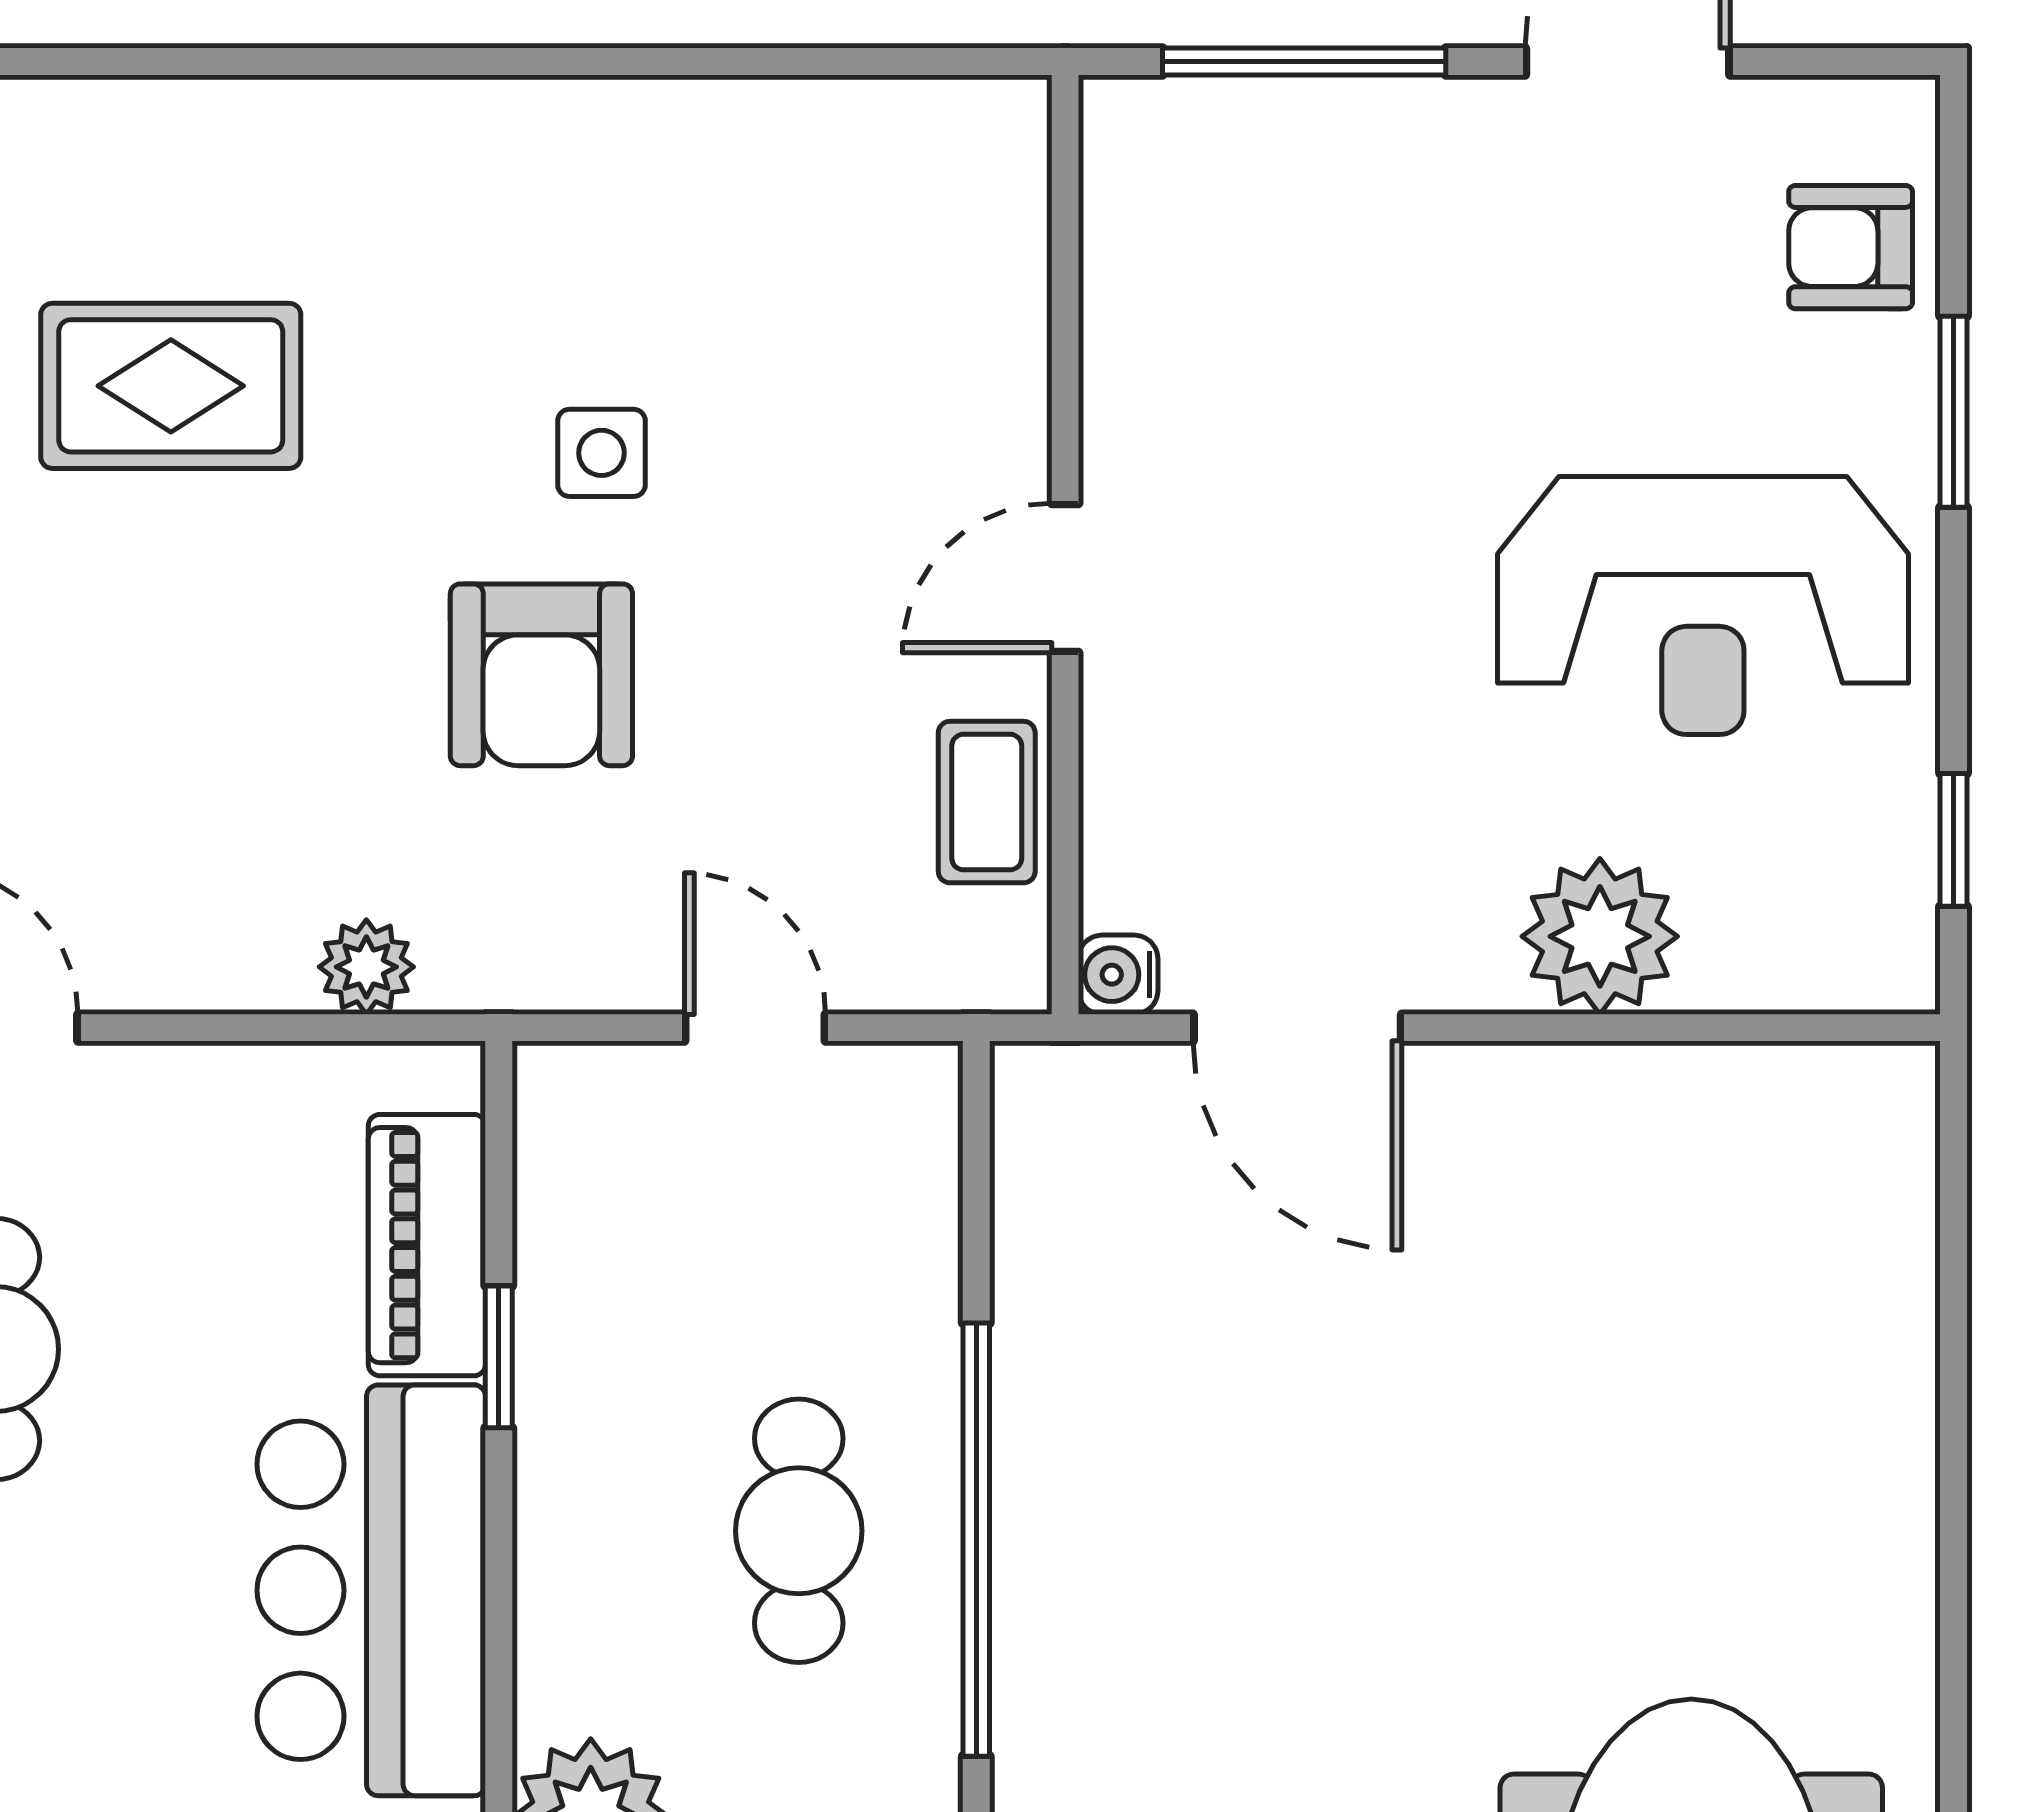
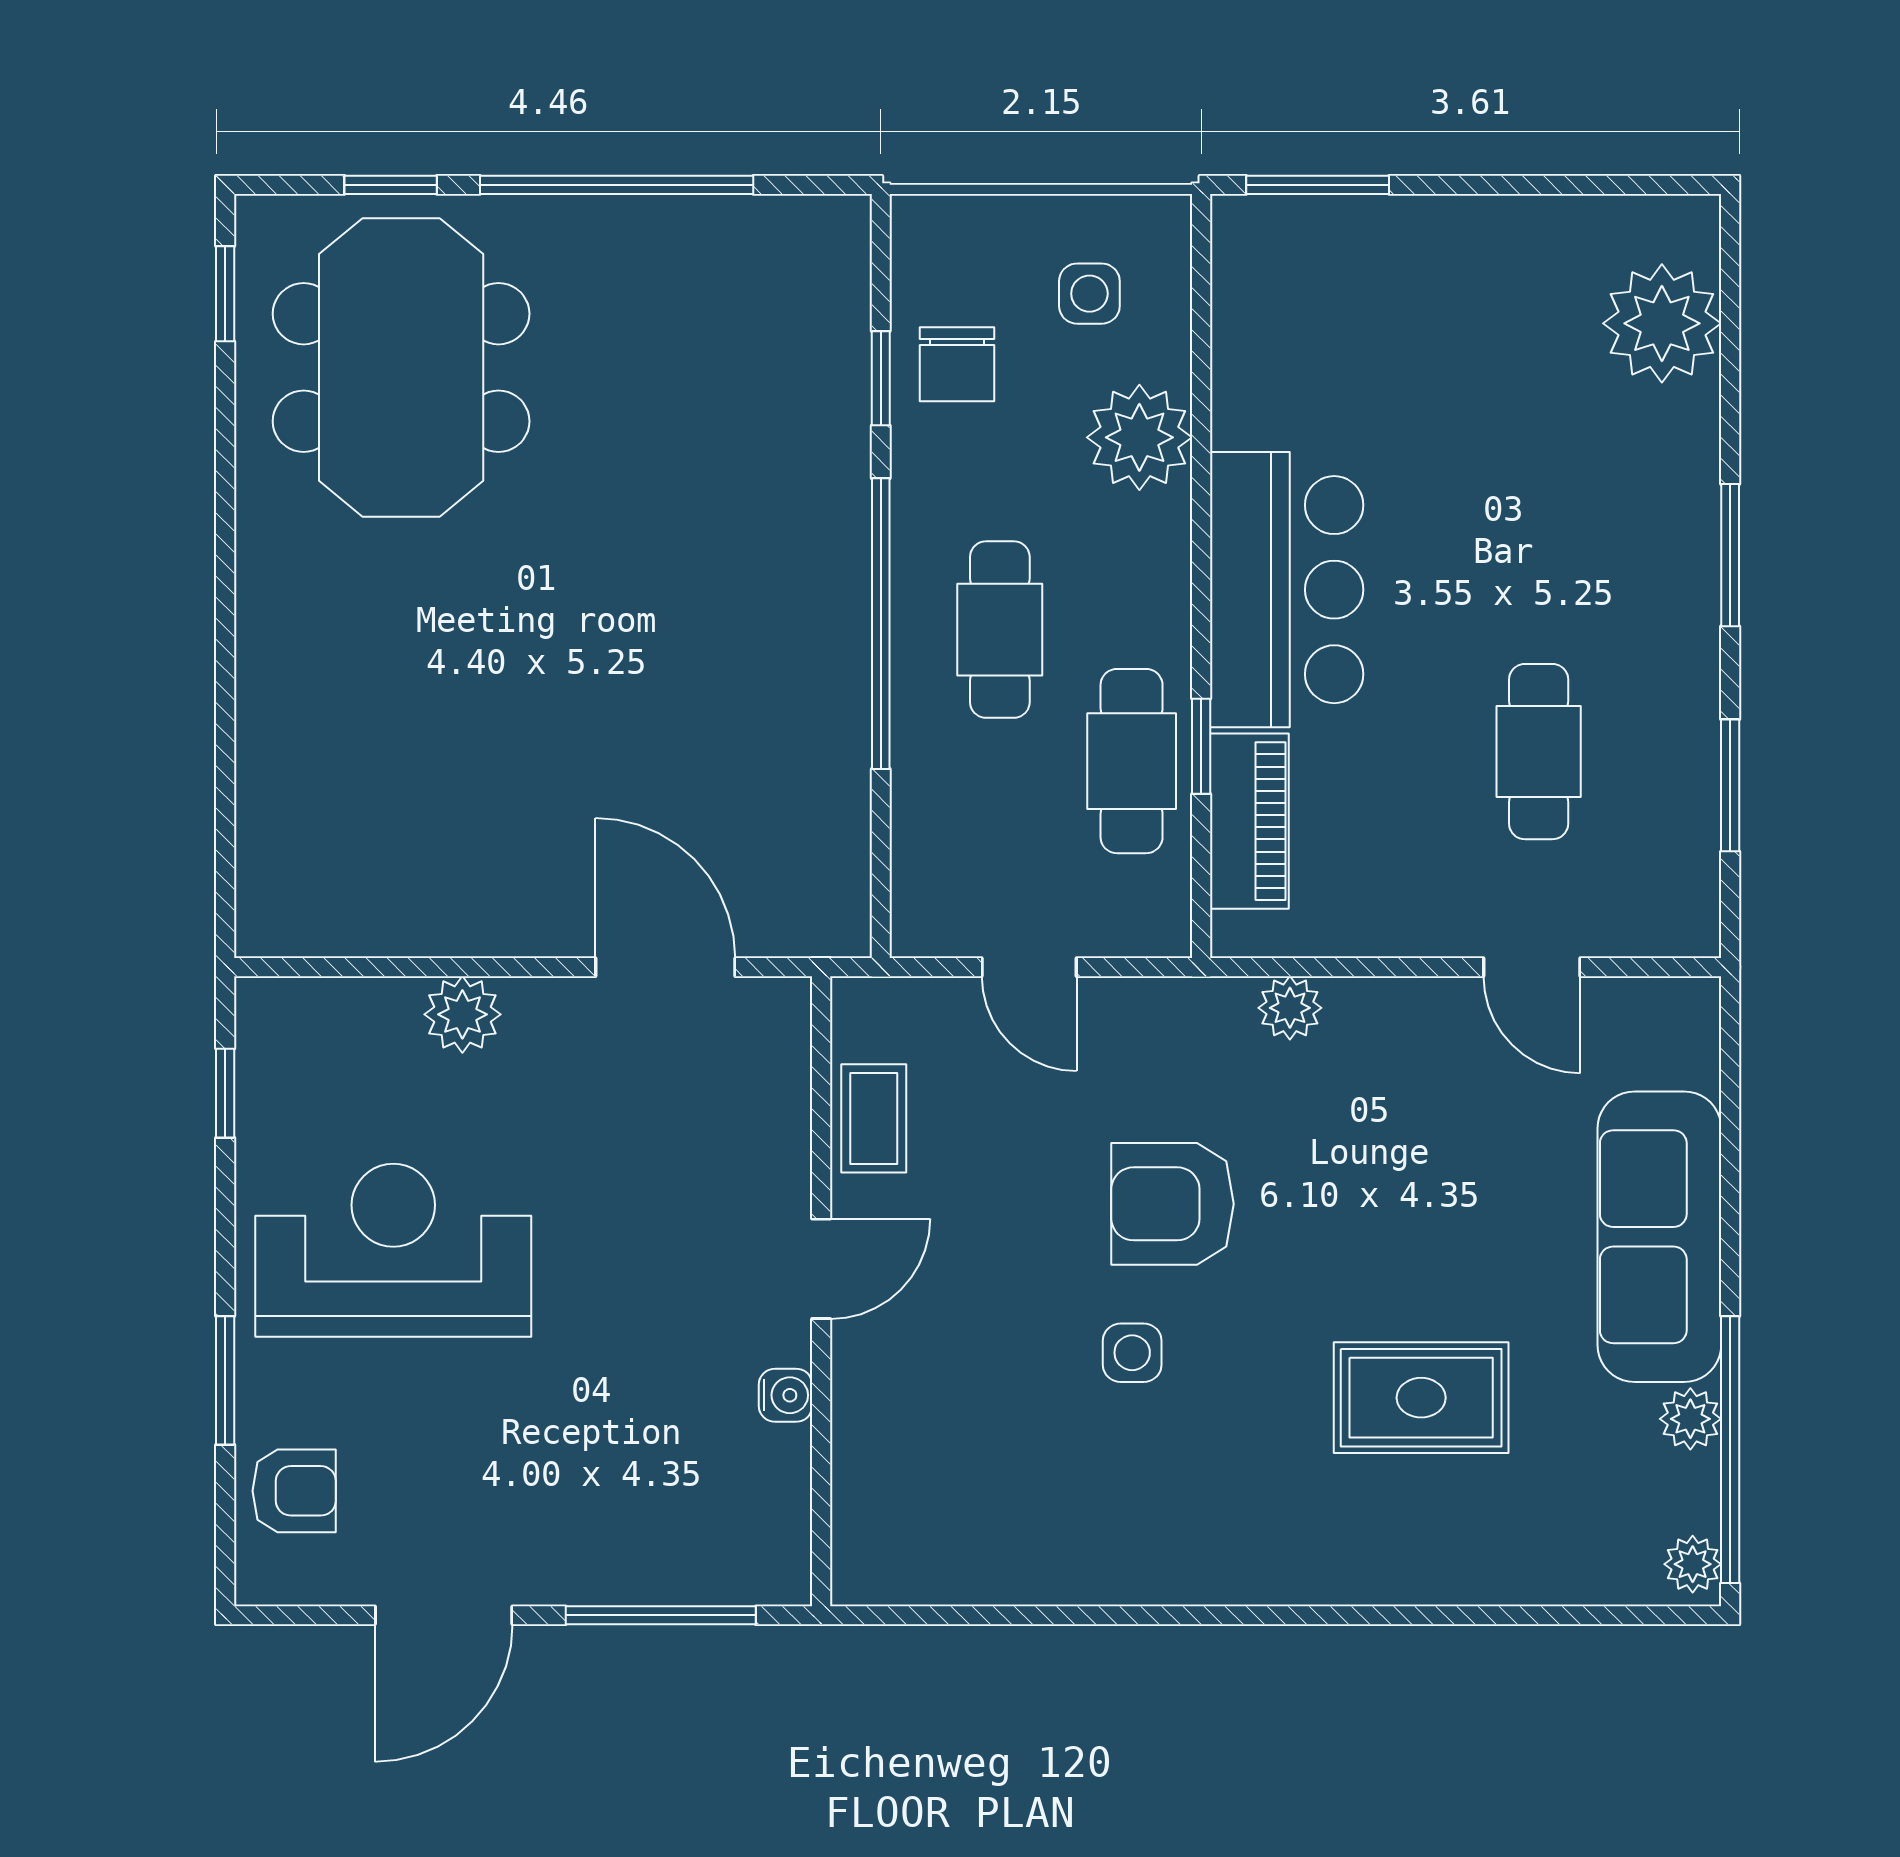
armchair: (541, 675) -> (1172, 1204), turned -90
plant: (1600, 936) -> (462, 1014), width x0.73, depth x0.73
water cooler: (1118, 975) -> (786, 1395), moved
cafe table: (602, 1335) -> (1132, 761), added

